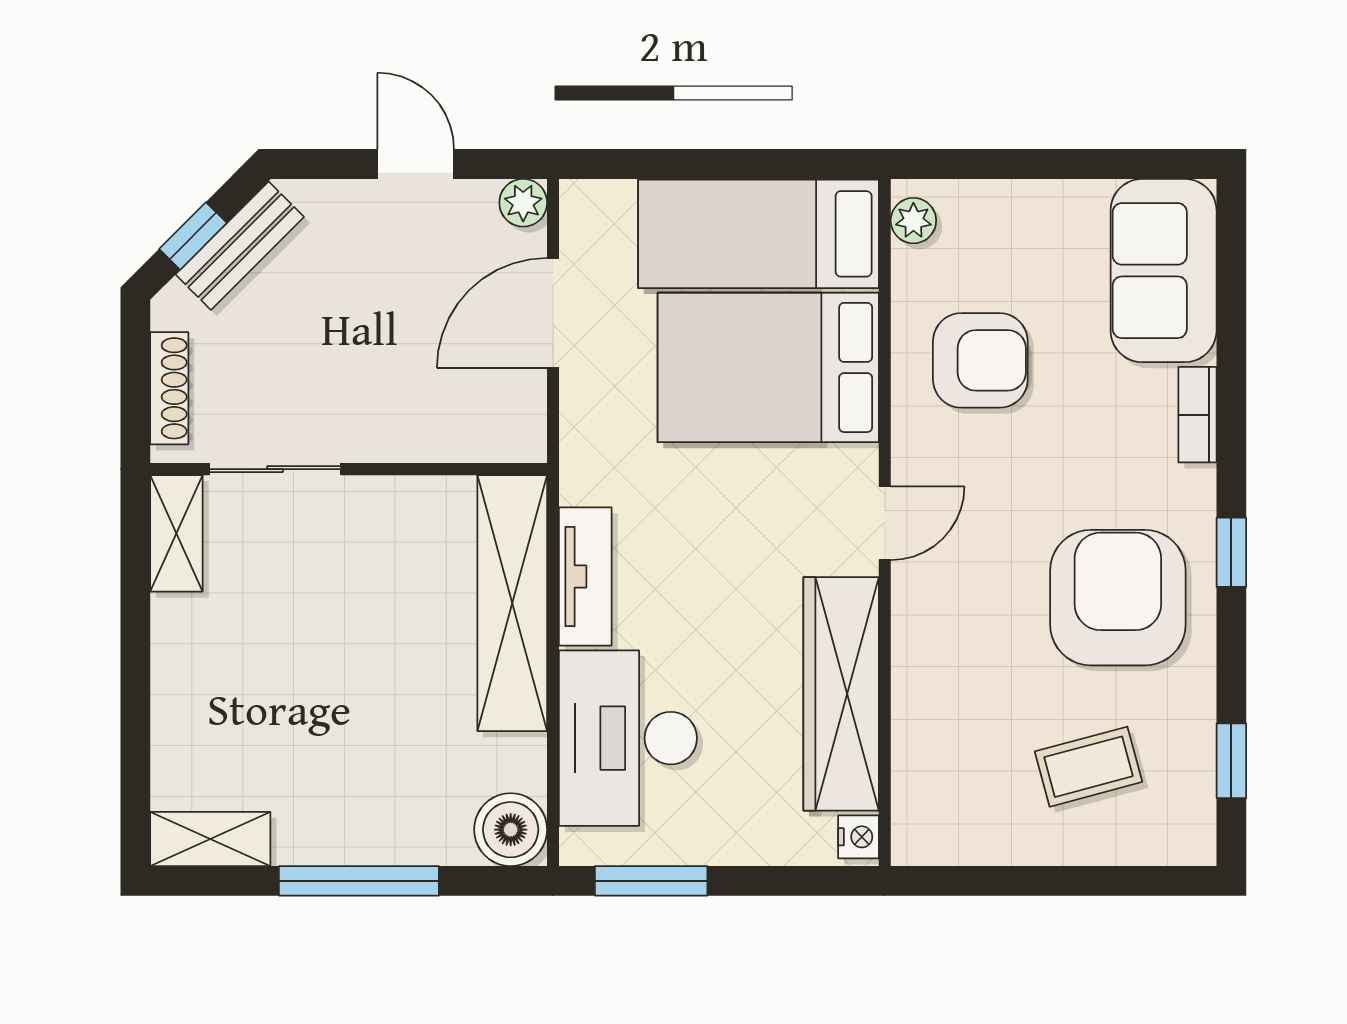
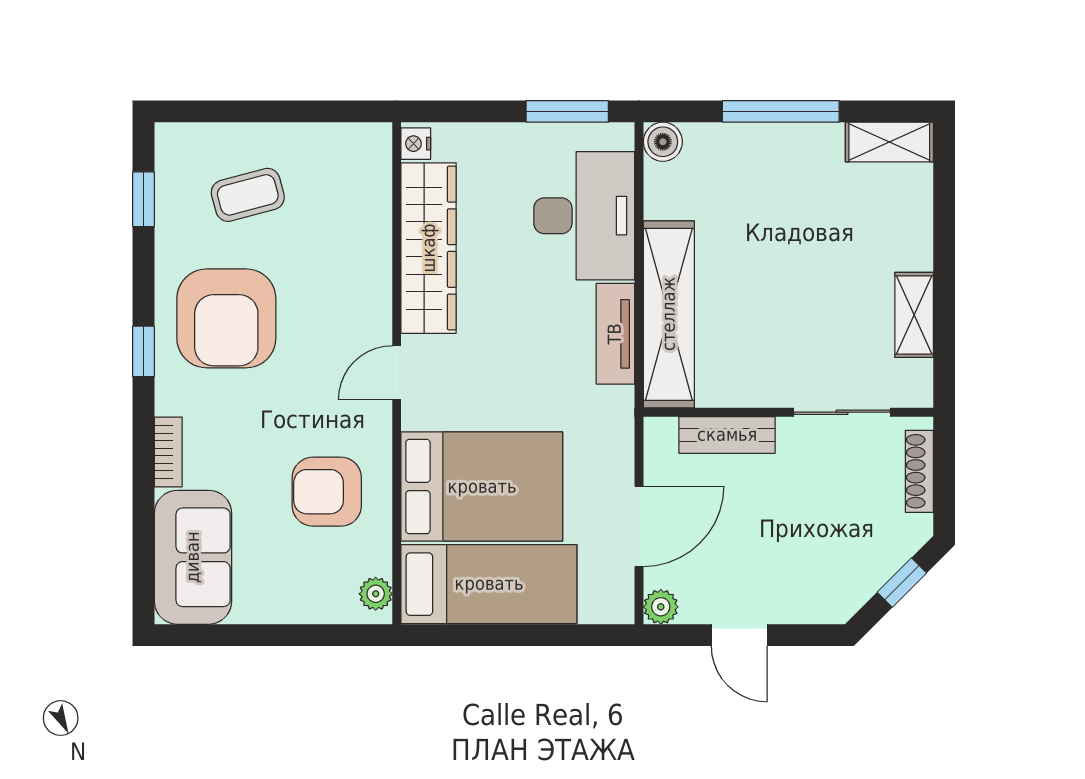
bench: (240, 246) -> (727, 435), moved, turned 45
shelving: (176, 533) -> (914, 315), moved
boiler: (511, 830) -> (663, 142), width x0.73, depth x0.73

